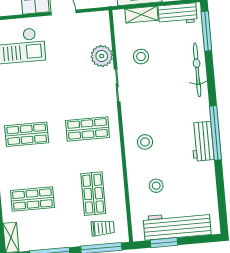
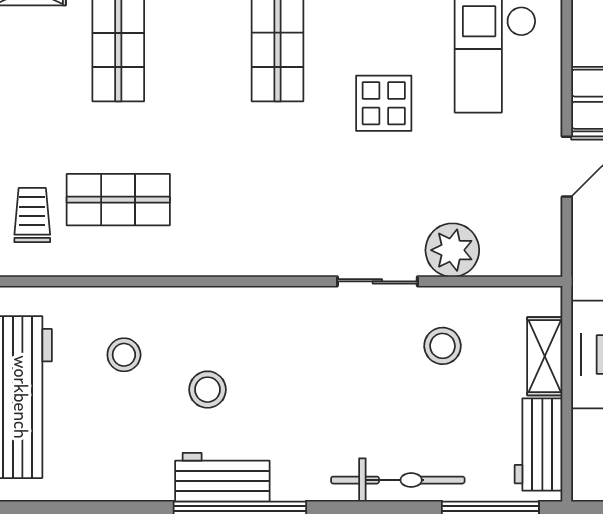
display table: (45, 89) -> (384, 103), added
shop shelf: (88, 129) -> (278, 200), removed
stool: (145, 142) -> (207, 390), moved
trolley: (103, 228) -> (32, 215), turned 180

